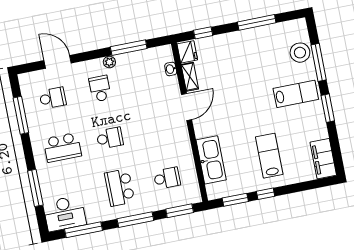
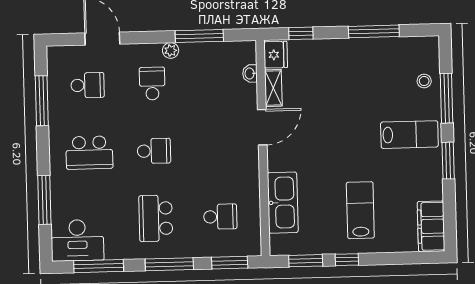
stool: (300, 53) -> (424, 81), width x0.53, depth x0.53

